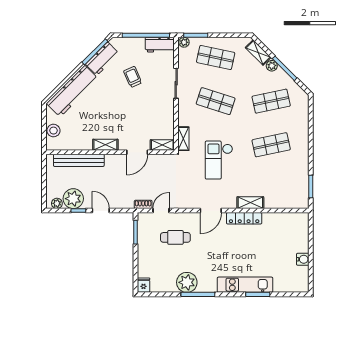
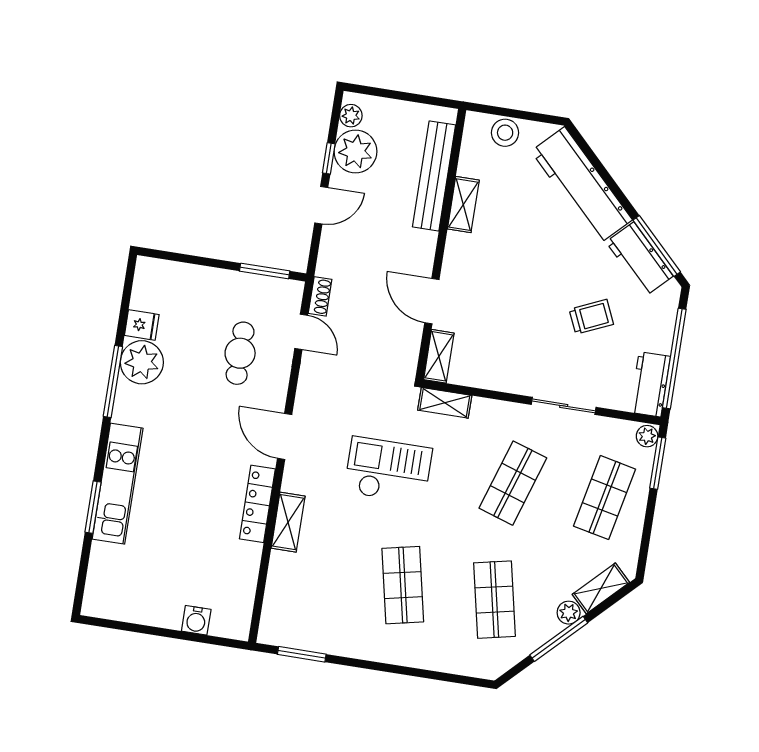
shelving: (105, 145) -> (463, 205), moved
water cooler: (303, 259) -> (196, 620), moved
fridge: (143, 285) -> (142, 325), moved

